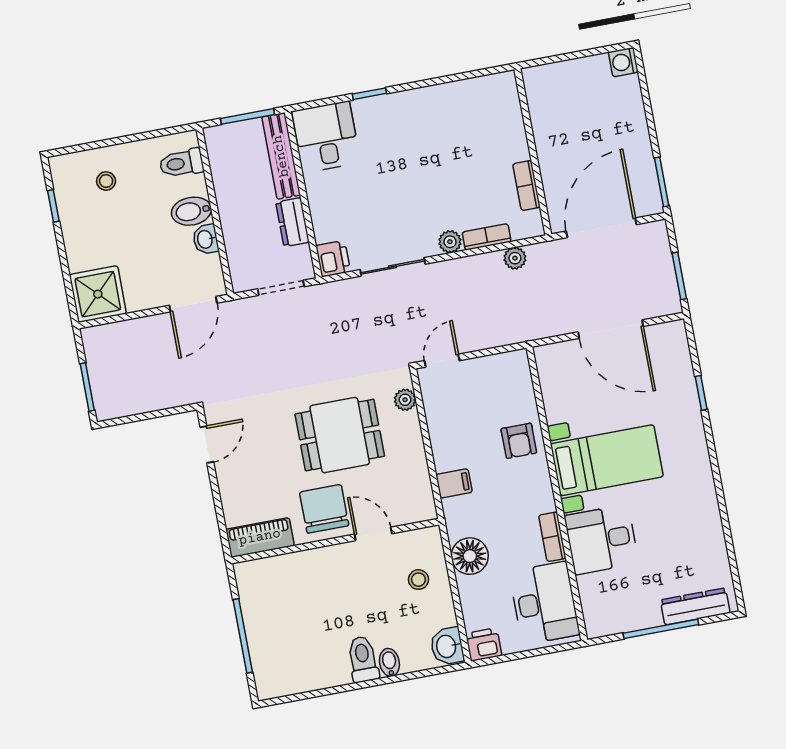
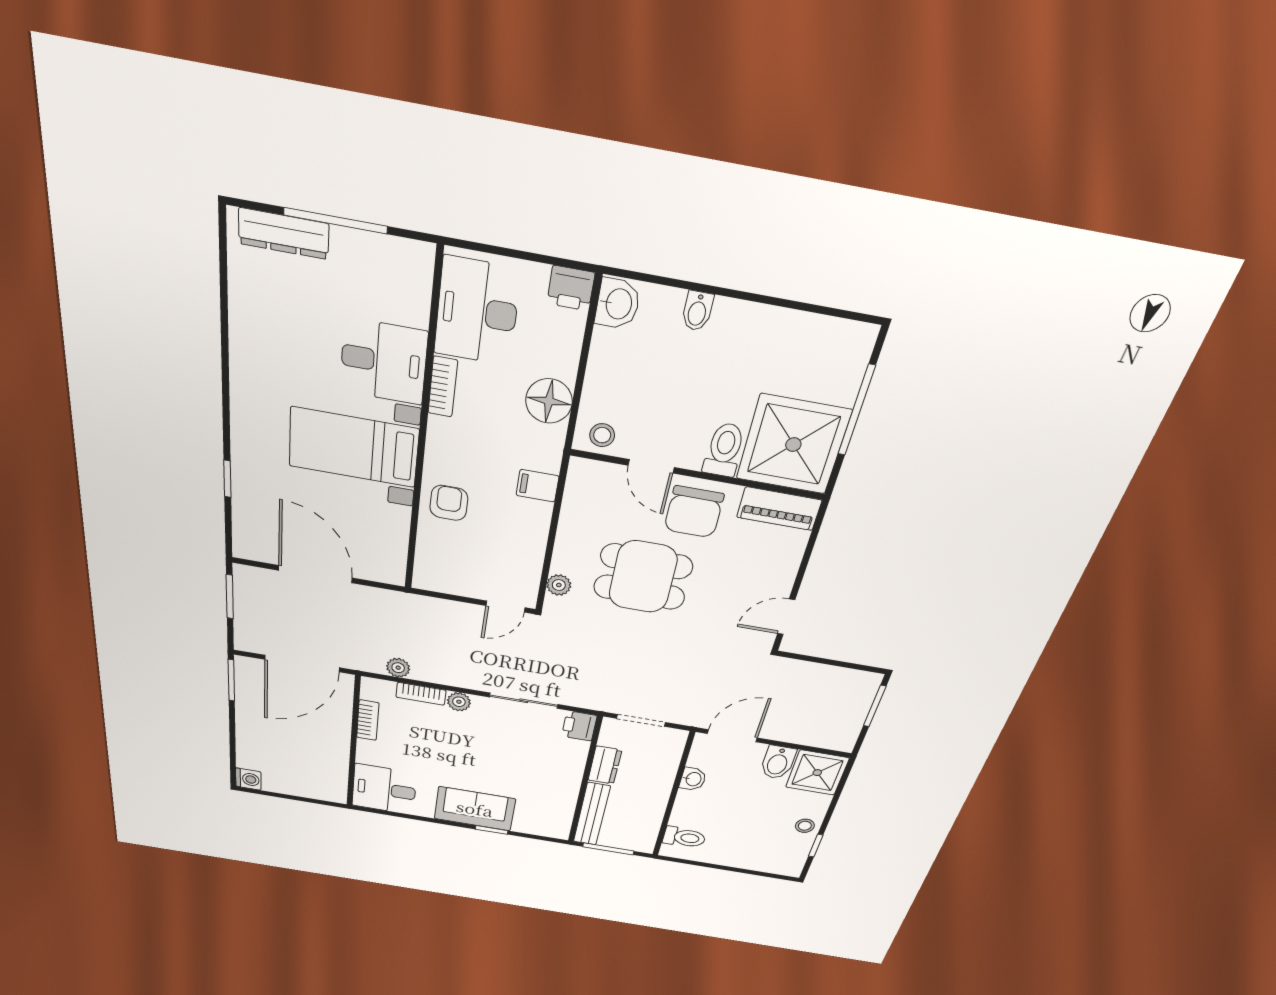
sofa: (395, 115) -> (475, 809), added
desk: (326, 137) -> (384, 789), moved, turned 90
stool: (106, 181) -> (805, 826), moved
bidet: (191, 211) -> (778, 762), moved, turned 90
stool: (418, 580) -> (602, 435), moved
shower: (275, 593) -> (793, 445), added
toilet: (363, 659) -> (724, 450), moved, turned 180

